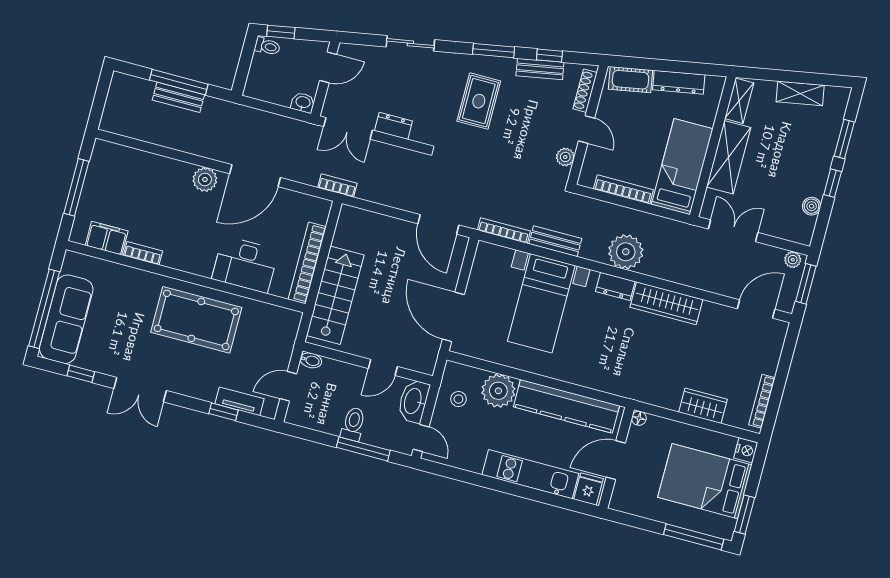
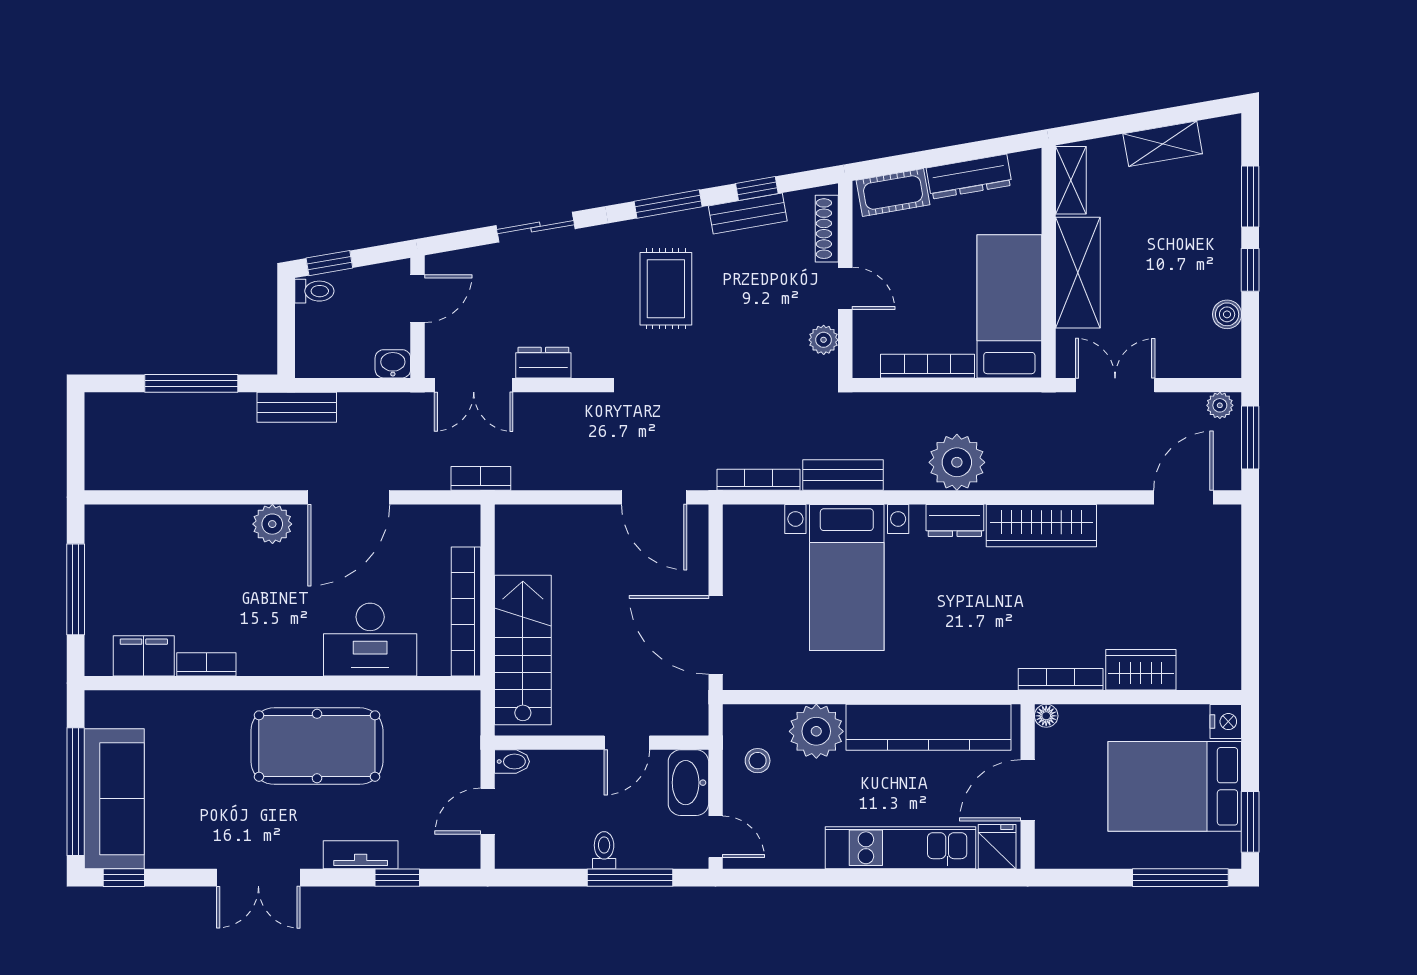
bench: (178, 97) -> (297, 407), moved
window: (81, 374) -> (124, 878), moved
tv unit: (239, 401) -> (361, 855), moved
bookcase: (762, 401) -> (1061, 679), moved, turned 90
toilet: (353, 424) -> (604, 850), width x0.73, depth x0.72

